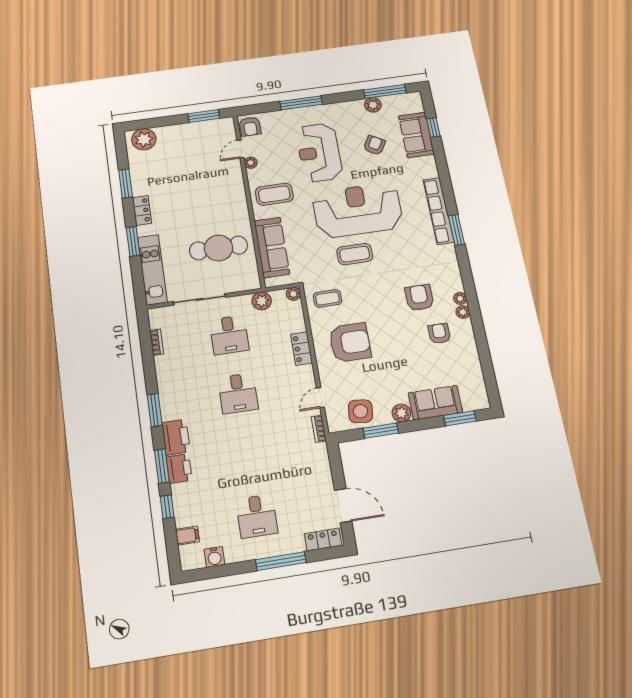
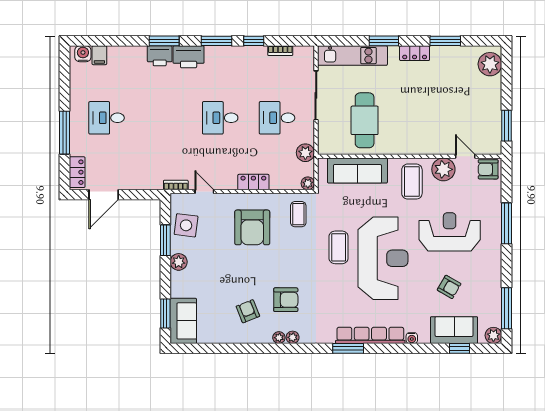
plant: (373, 105) -> (493, 335), moved
plant: (251, 163) -> (443, 169), width x1.88, depth x1.88
water cooler: (433, 172) -> (412, 338), added
plant: (463, 312) -> (293, 337), moved
armchair: (439, 334) -> (248, 311), turned -112
sofa: (435, 403) -> (183, 321), moved
window: (167, 507) -> (254, 41), moved
water cooler: (214, 557) -> (83, 54), moved, turned 90

